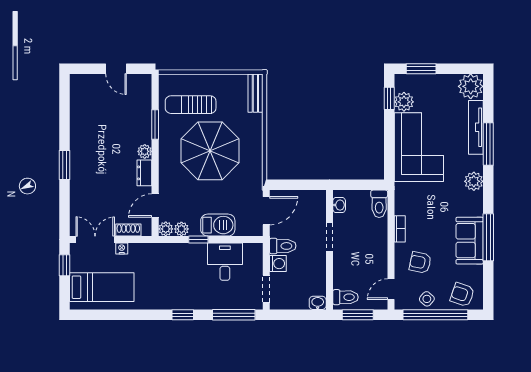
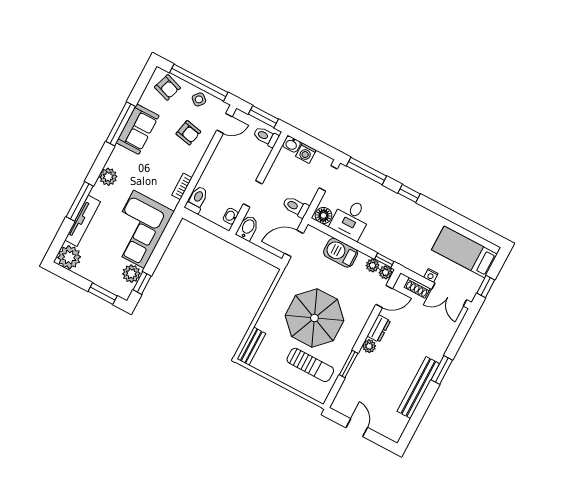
bench: (78, 137) -> (418, 387), added
bidet: (318, 202) -> (248, 228), added
bookcase: (400, 229) -> (182, 186), moved
window: (198, 240) -> (384, 260), moved
floor lamp: (252, 252) -> (323, 215), added
washing machine: (278, 264) -> (306, 153), moved, turned -90

